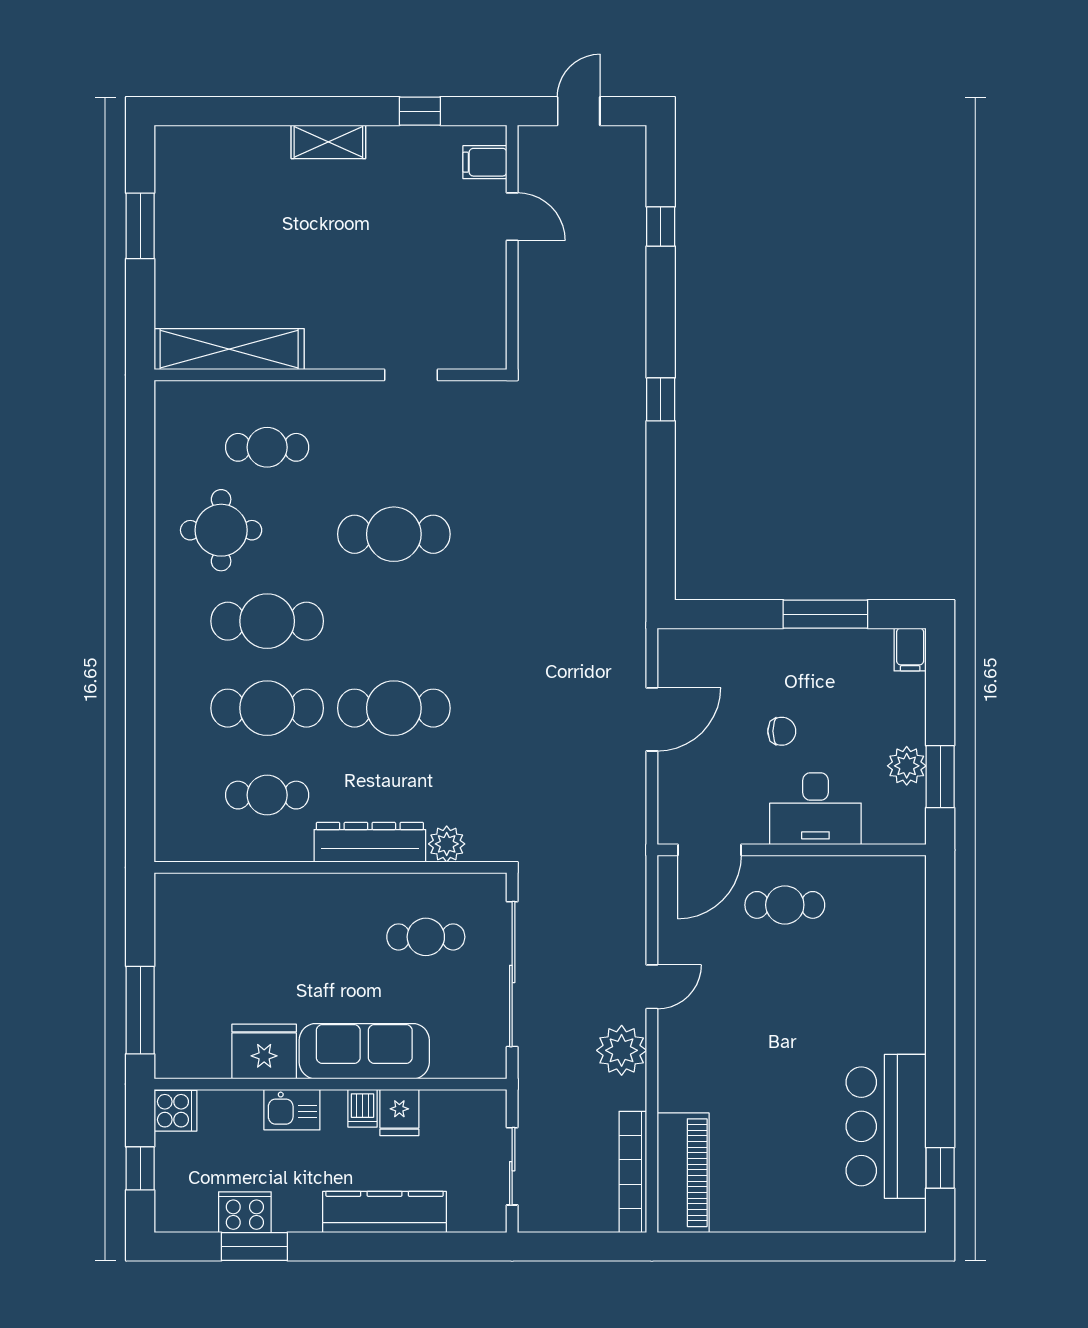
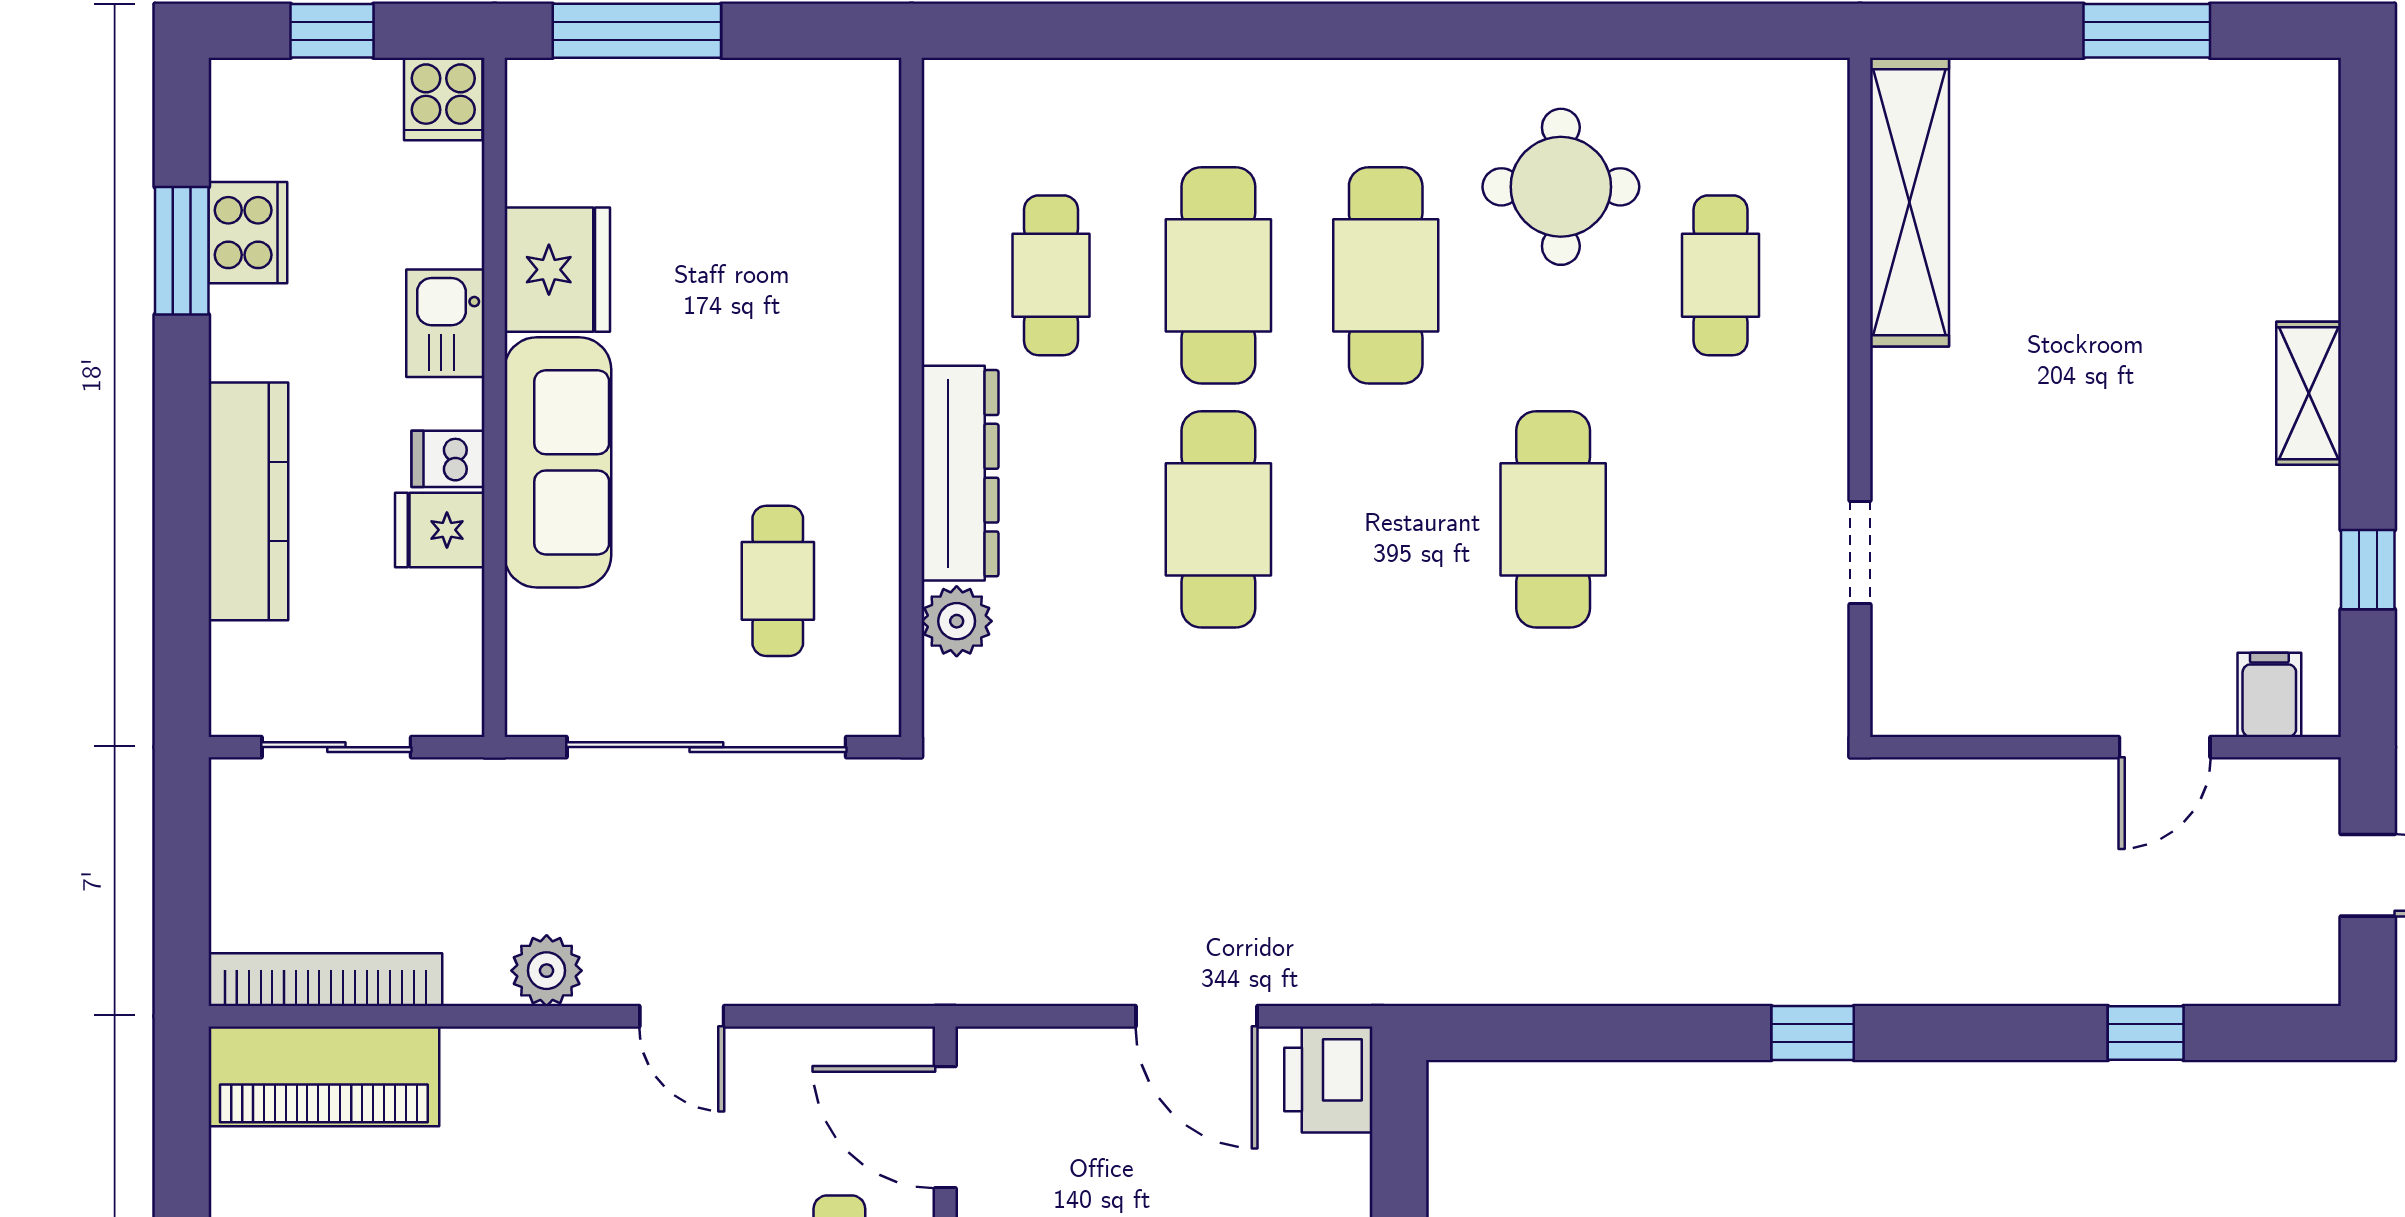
printer: (685, 651) -> (1328, 1079), added
plant: (622, 1050) -> (547, 971), width x0.73, depth x0.73

